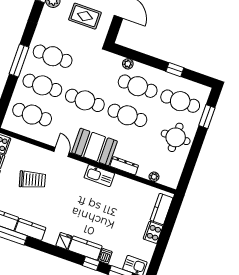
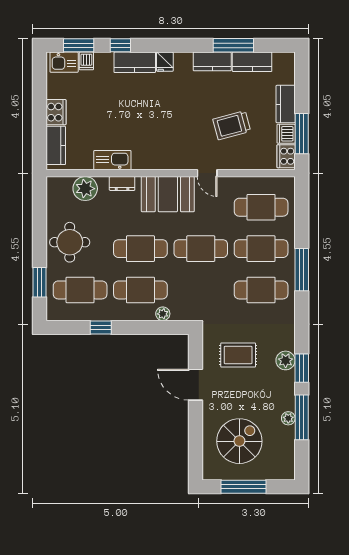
dresser: (124, 166) -> (122, 183), width x0.70
kitchen sink: (99, 176) -> (112, 160), moved
plant: (154, 177) -> (85, 189), width x1.88, depth x1.88
dishwasher: (105, 256) -> (86, 61), moved

